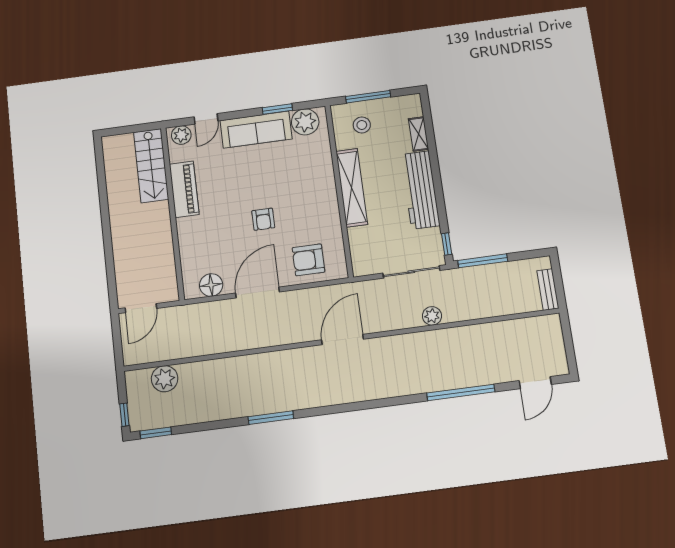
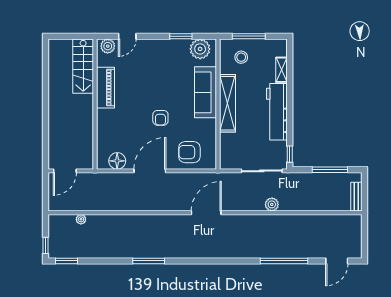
sofa: (256, 130) -> (206, 92), moved, turned 90
window: (483, 261) -> (330, 170), moved
plant: (165, 379) -> (81, 219), width x0.53, depth x0.53

